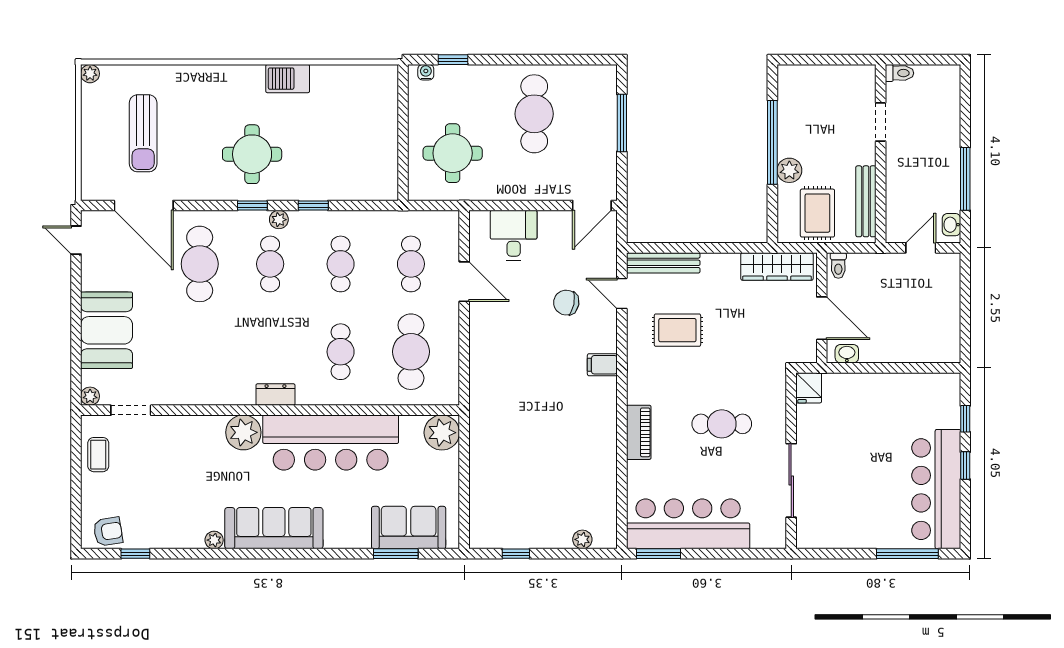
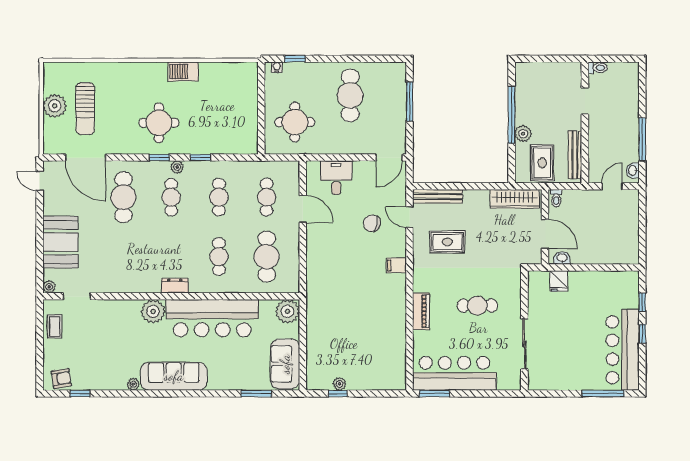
plant: (90, 74) -> (55, 106), moved, width x1.87, depth x1.87
fridge: (809, 388) -> (559, 281), moved
sofa: (409, 528) -> (285, 364), moved, turned -90
plant: (582, 539) -> (339, 384), moved

